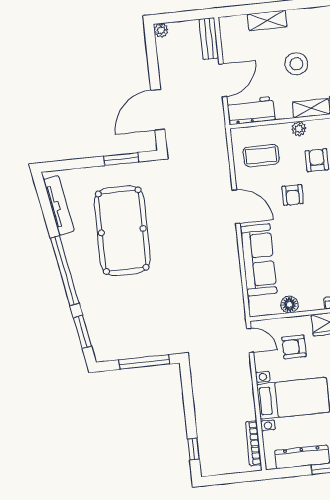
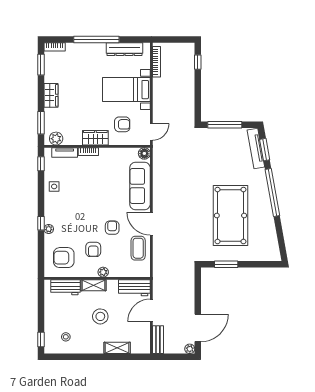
door: (158, 110) -> (198, 328), moved
coffee table: (261, 156) -> (138, 248), moved, turned 90
tv unit: (59, 205) -> (256, 148), moved
floor lamp: (289, 305) -> (144, 153), moved
door: (250, 340) -> (151, 132), swing flipped

